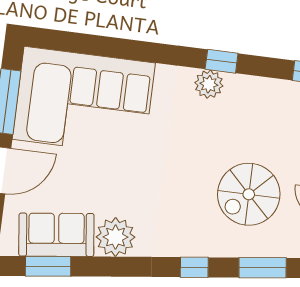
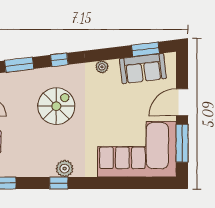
spiral stairs: (249, 194) -> (56, 106), moved
plant: (115, 237) -> (102, 67), width x0.53, depth x0.53

